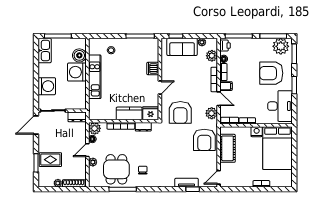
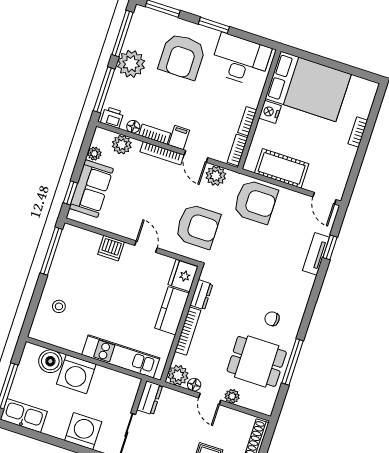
plant: (281, 46) -> (131, 64), moved
kitchen unit: (95, 77) -> (121, 356), moved
door: (219, 99) -> (196, 156), swing flipped

